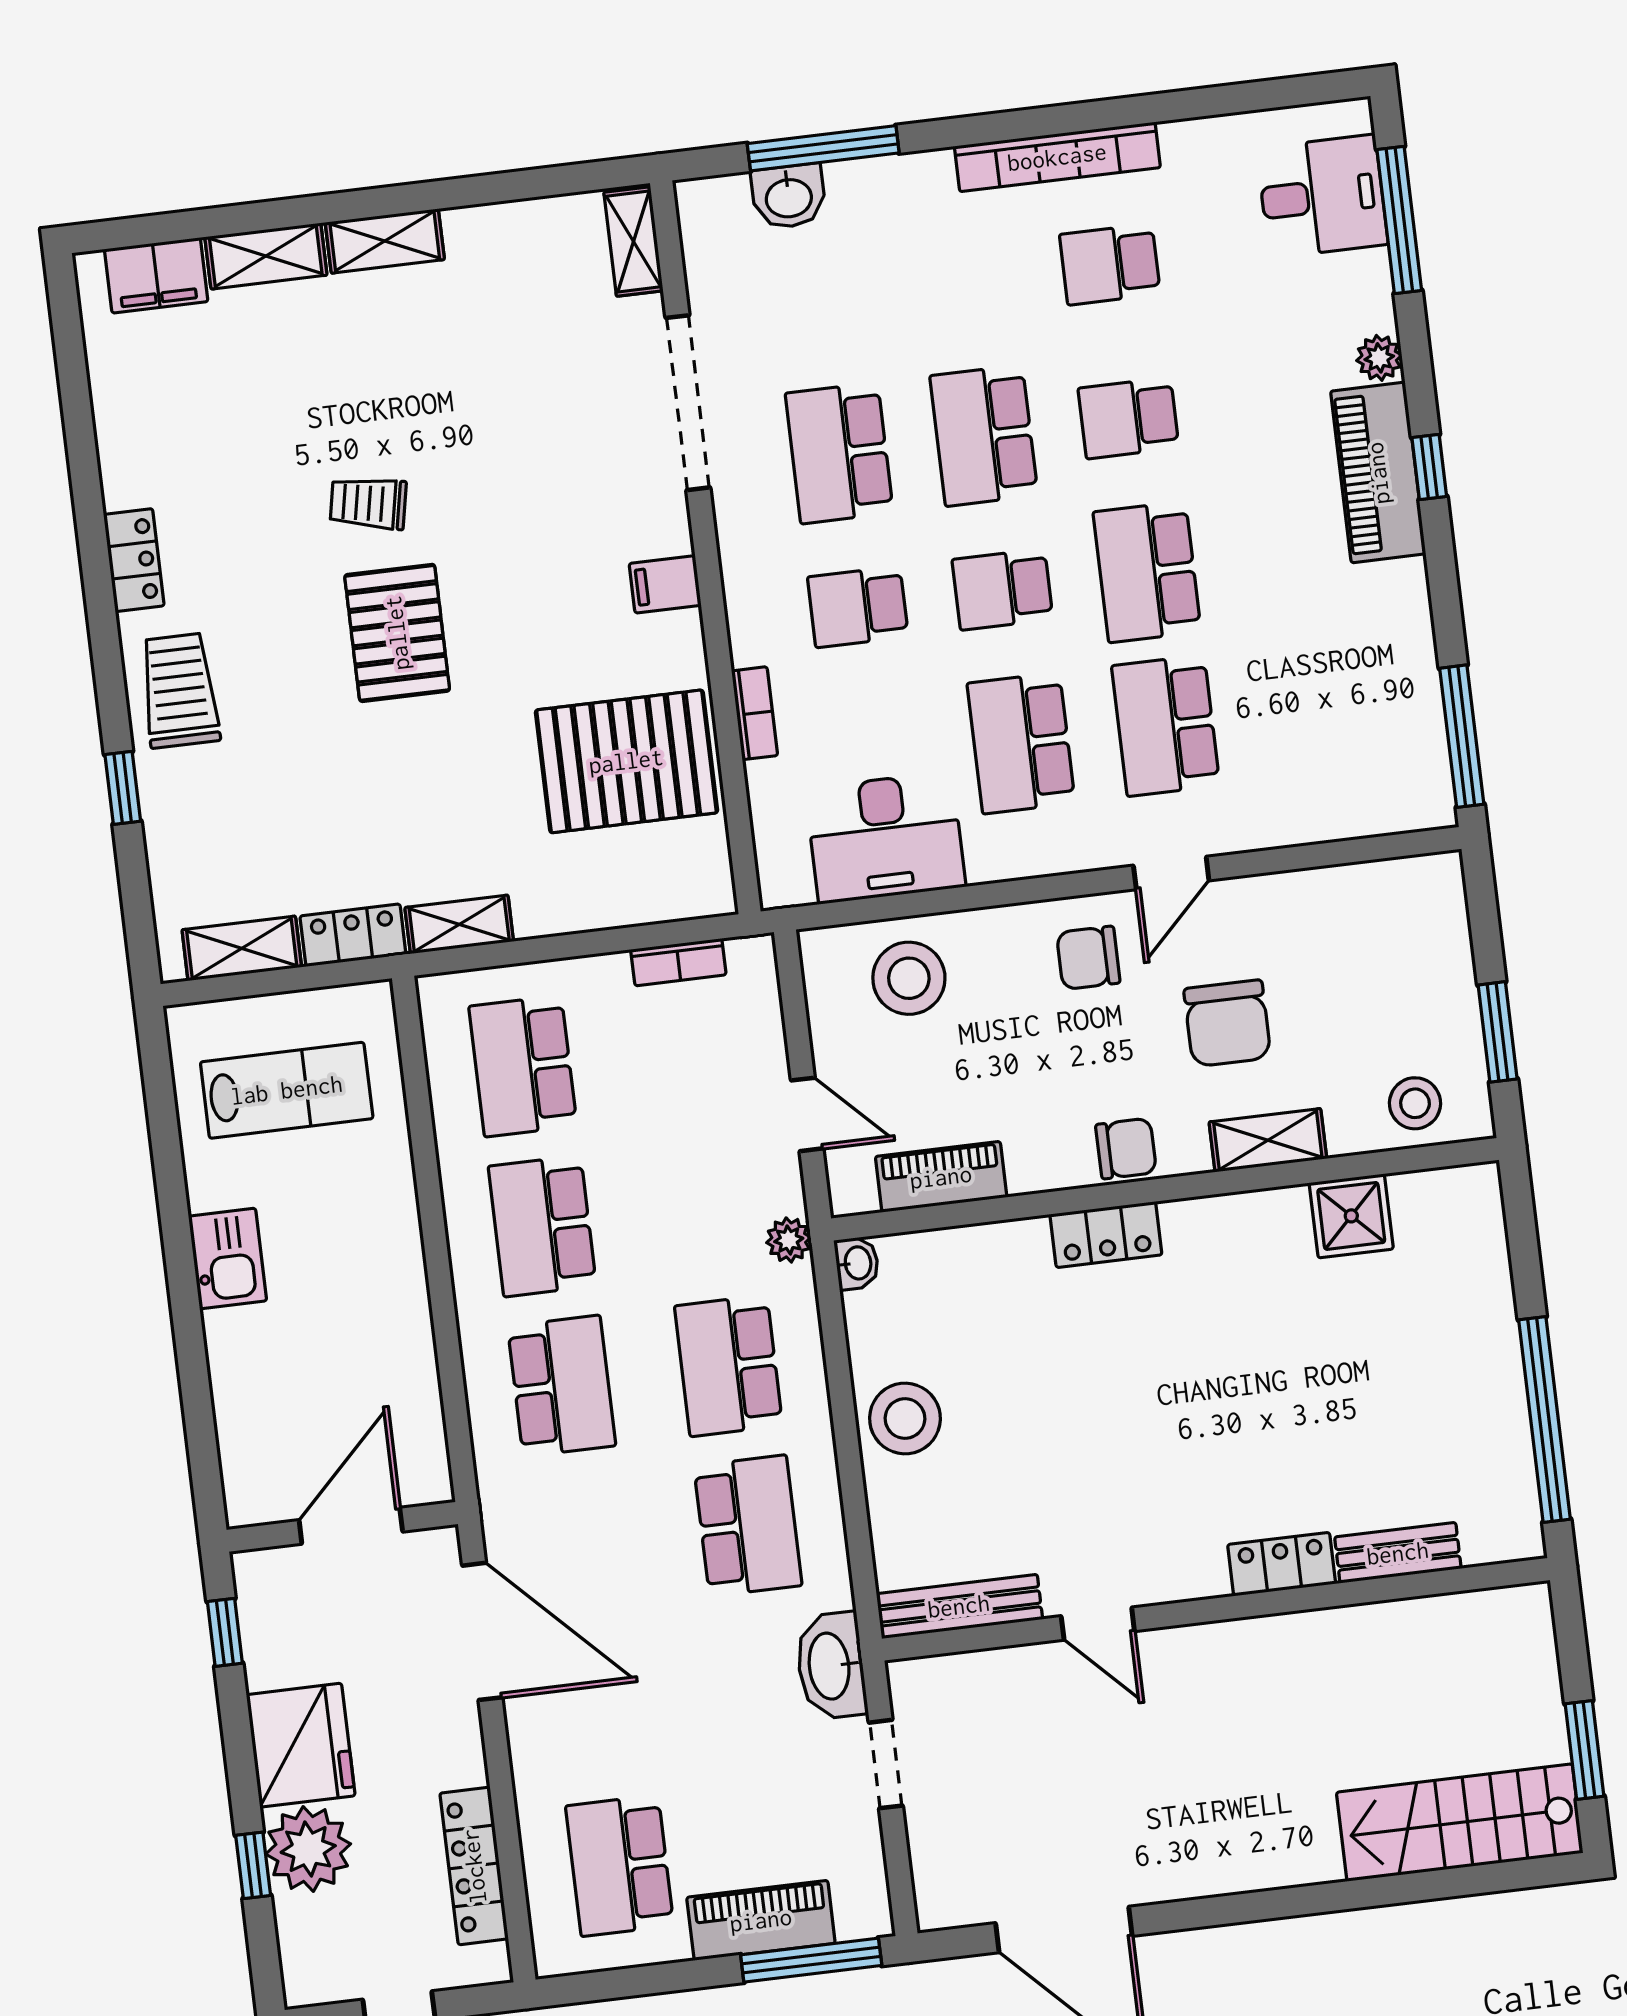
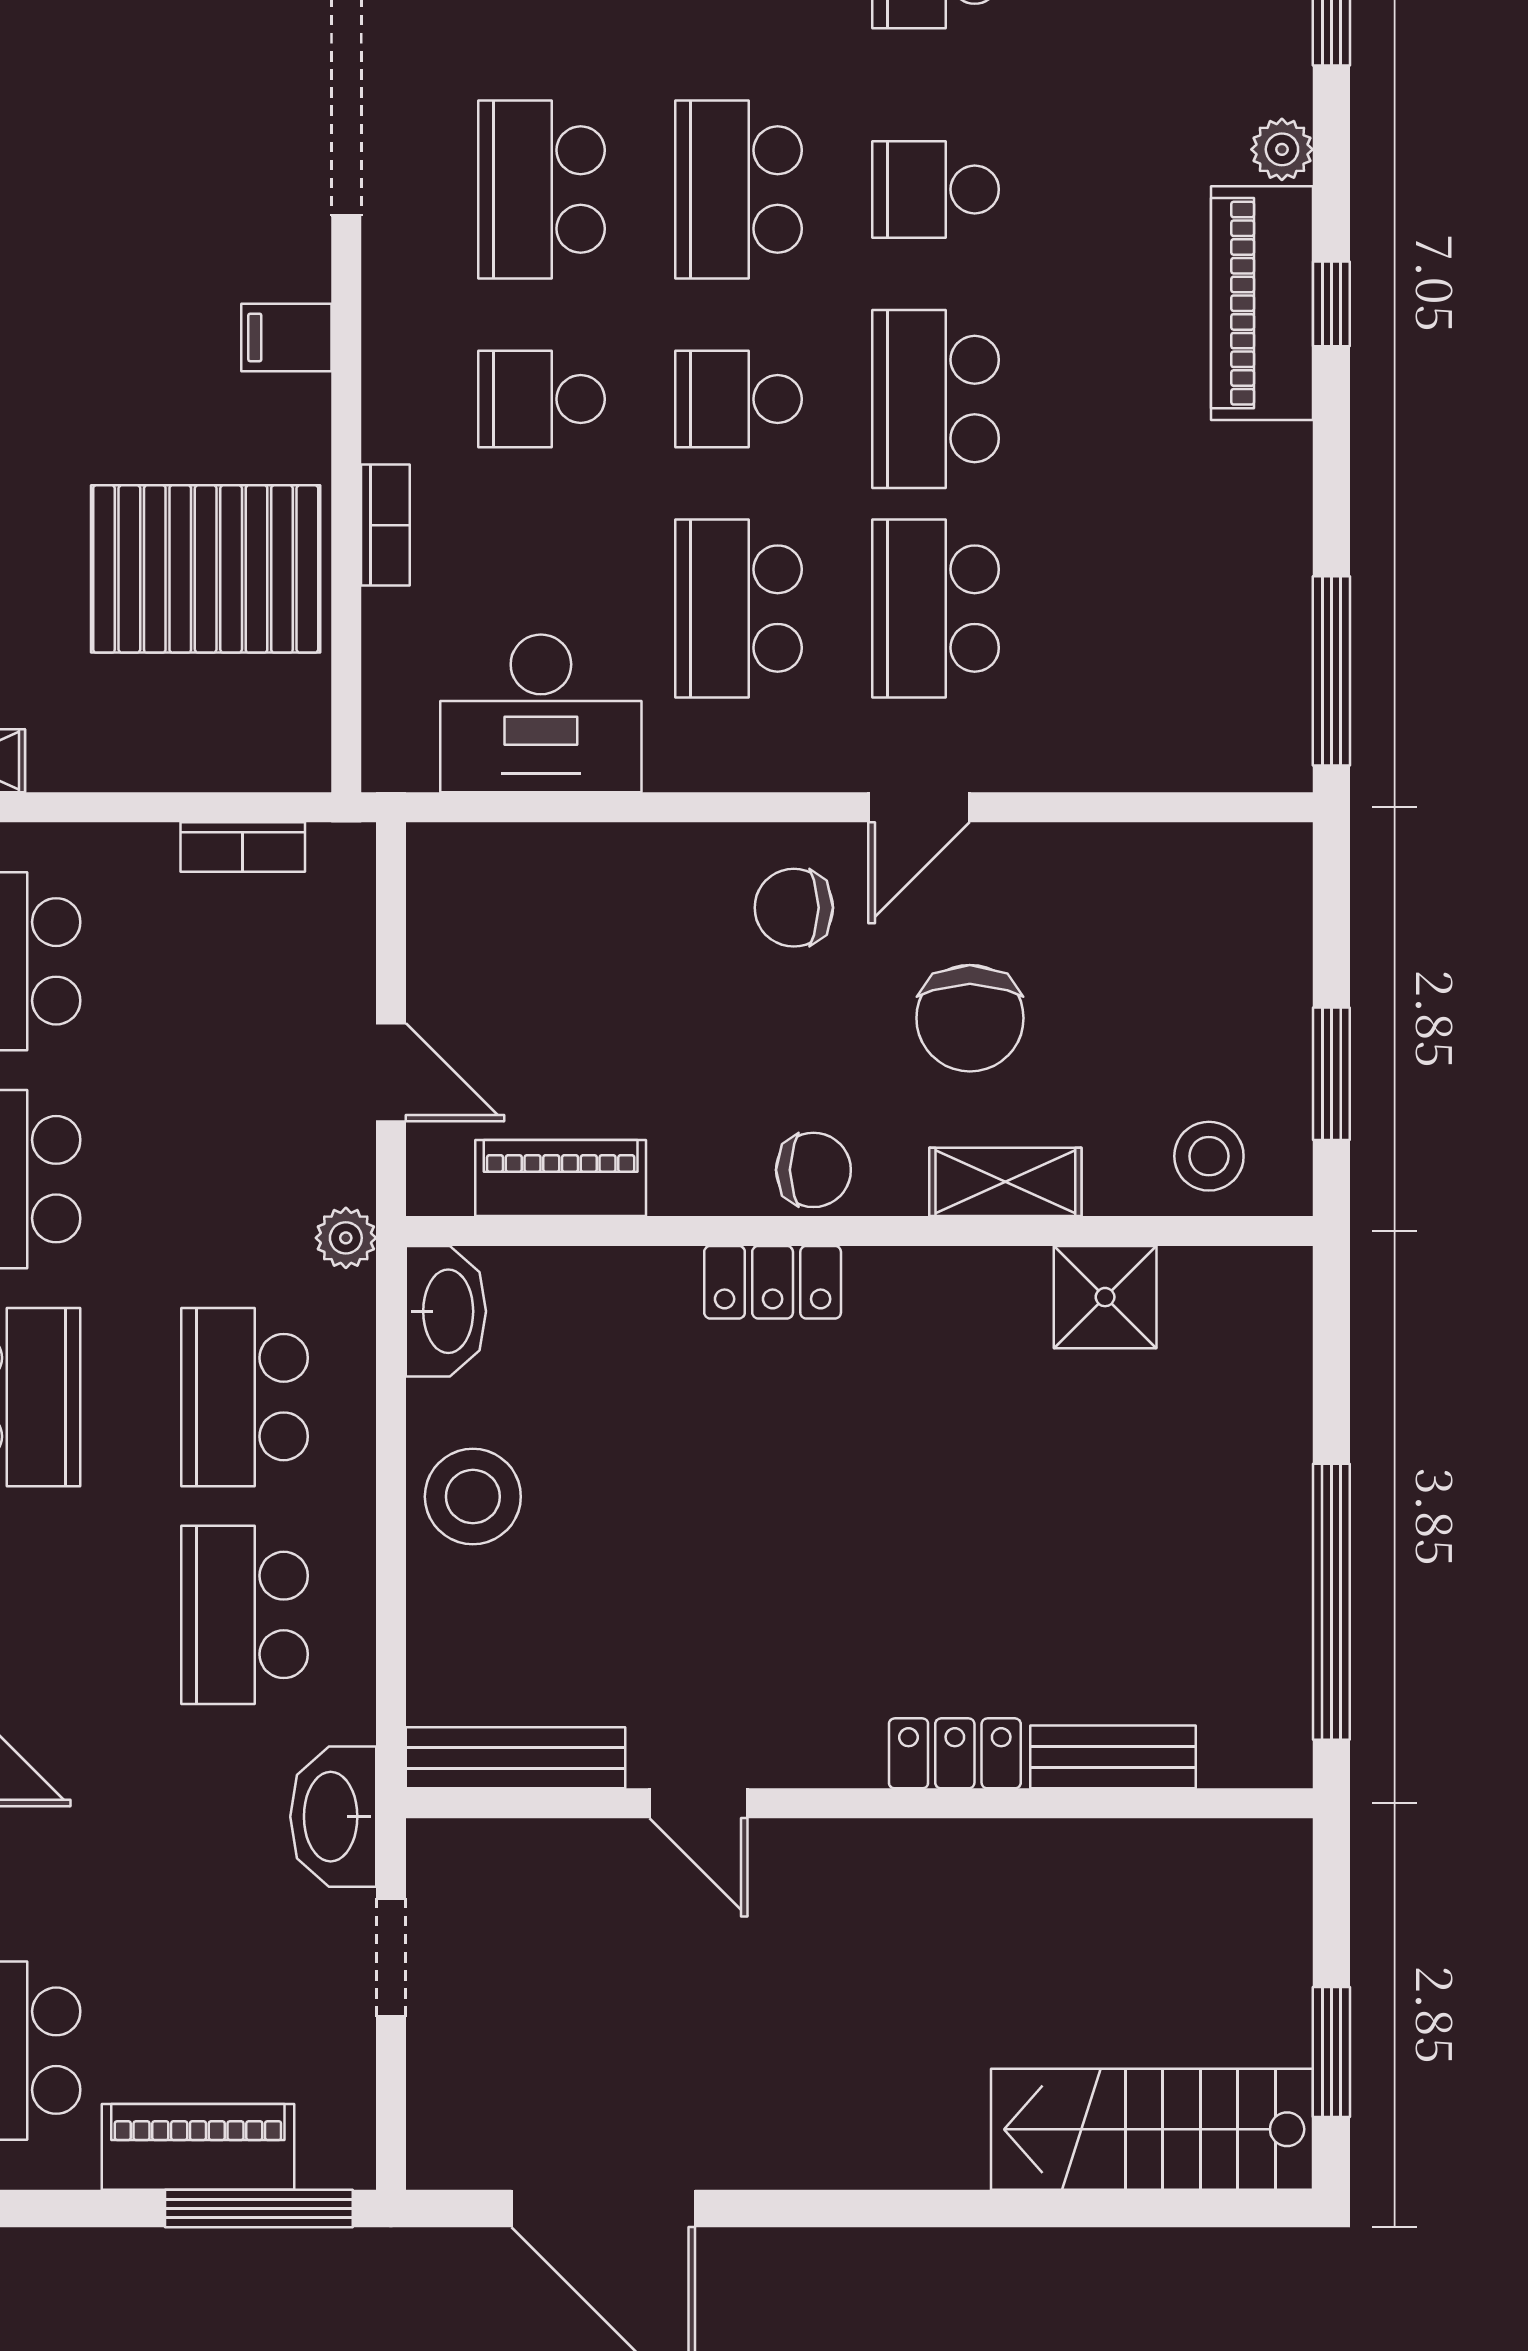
stool: (909, 978) -> (550, 906), removed
washbasin: (857, 1263) -> (446, 1311), width x1.91, depth x1.45
school desk: (748, 1526) -> (244, 1615), turned 180

